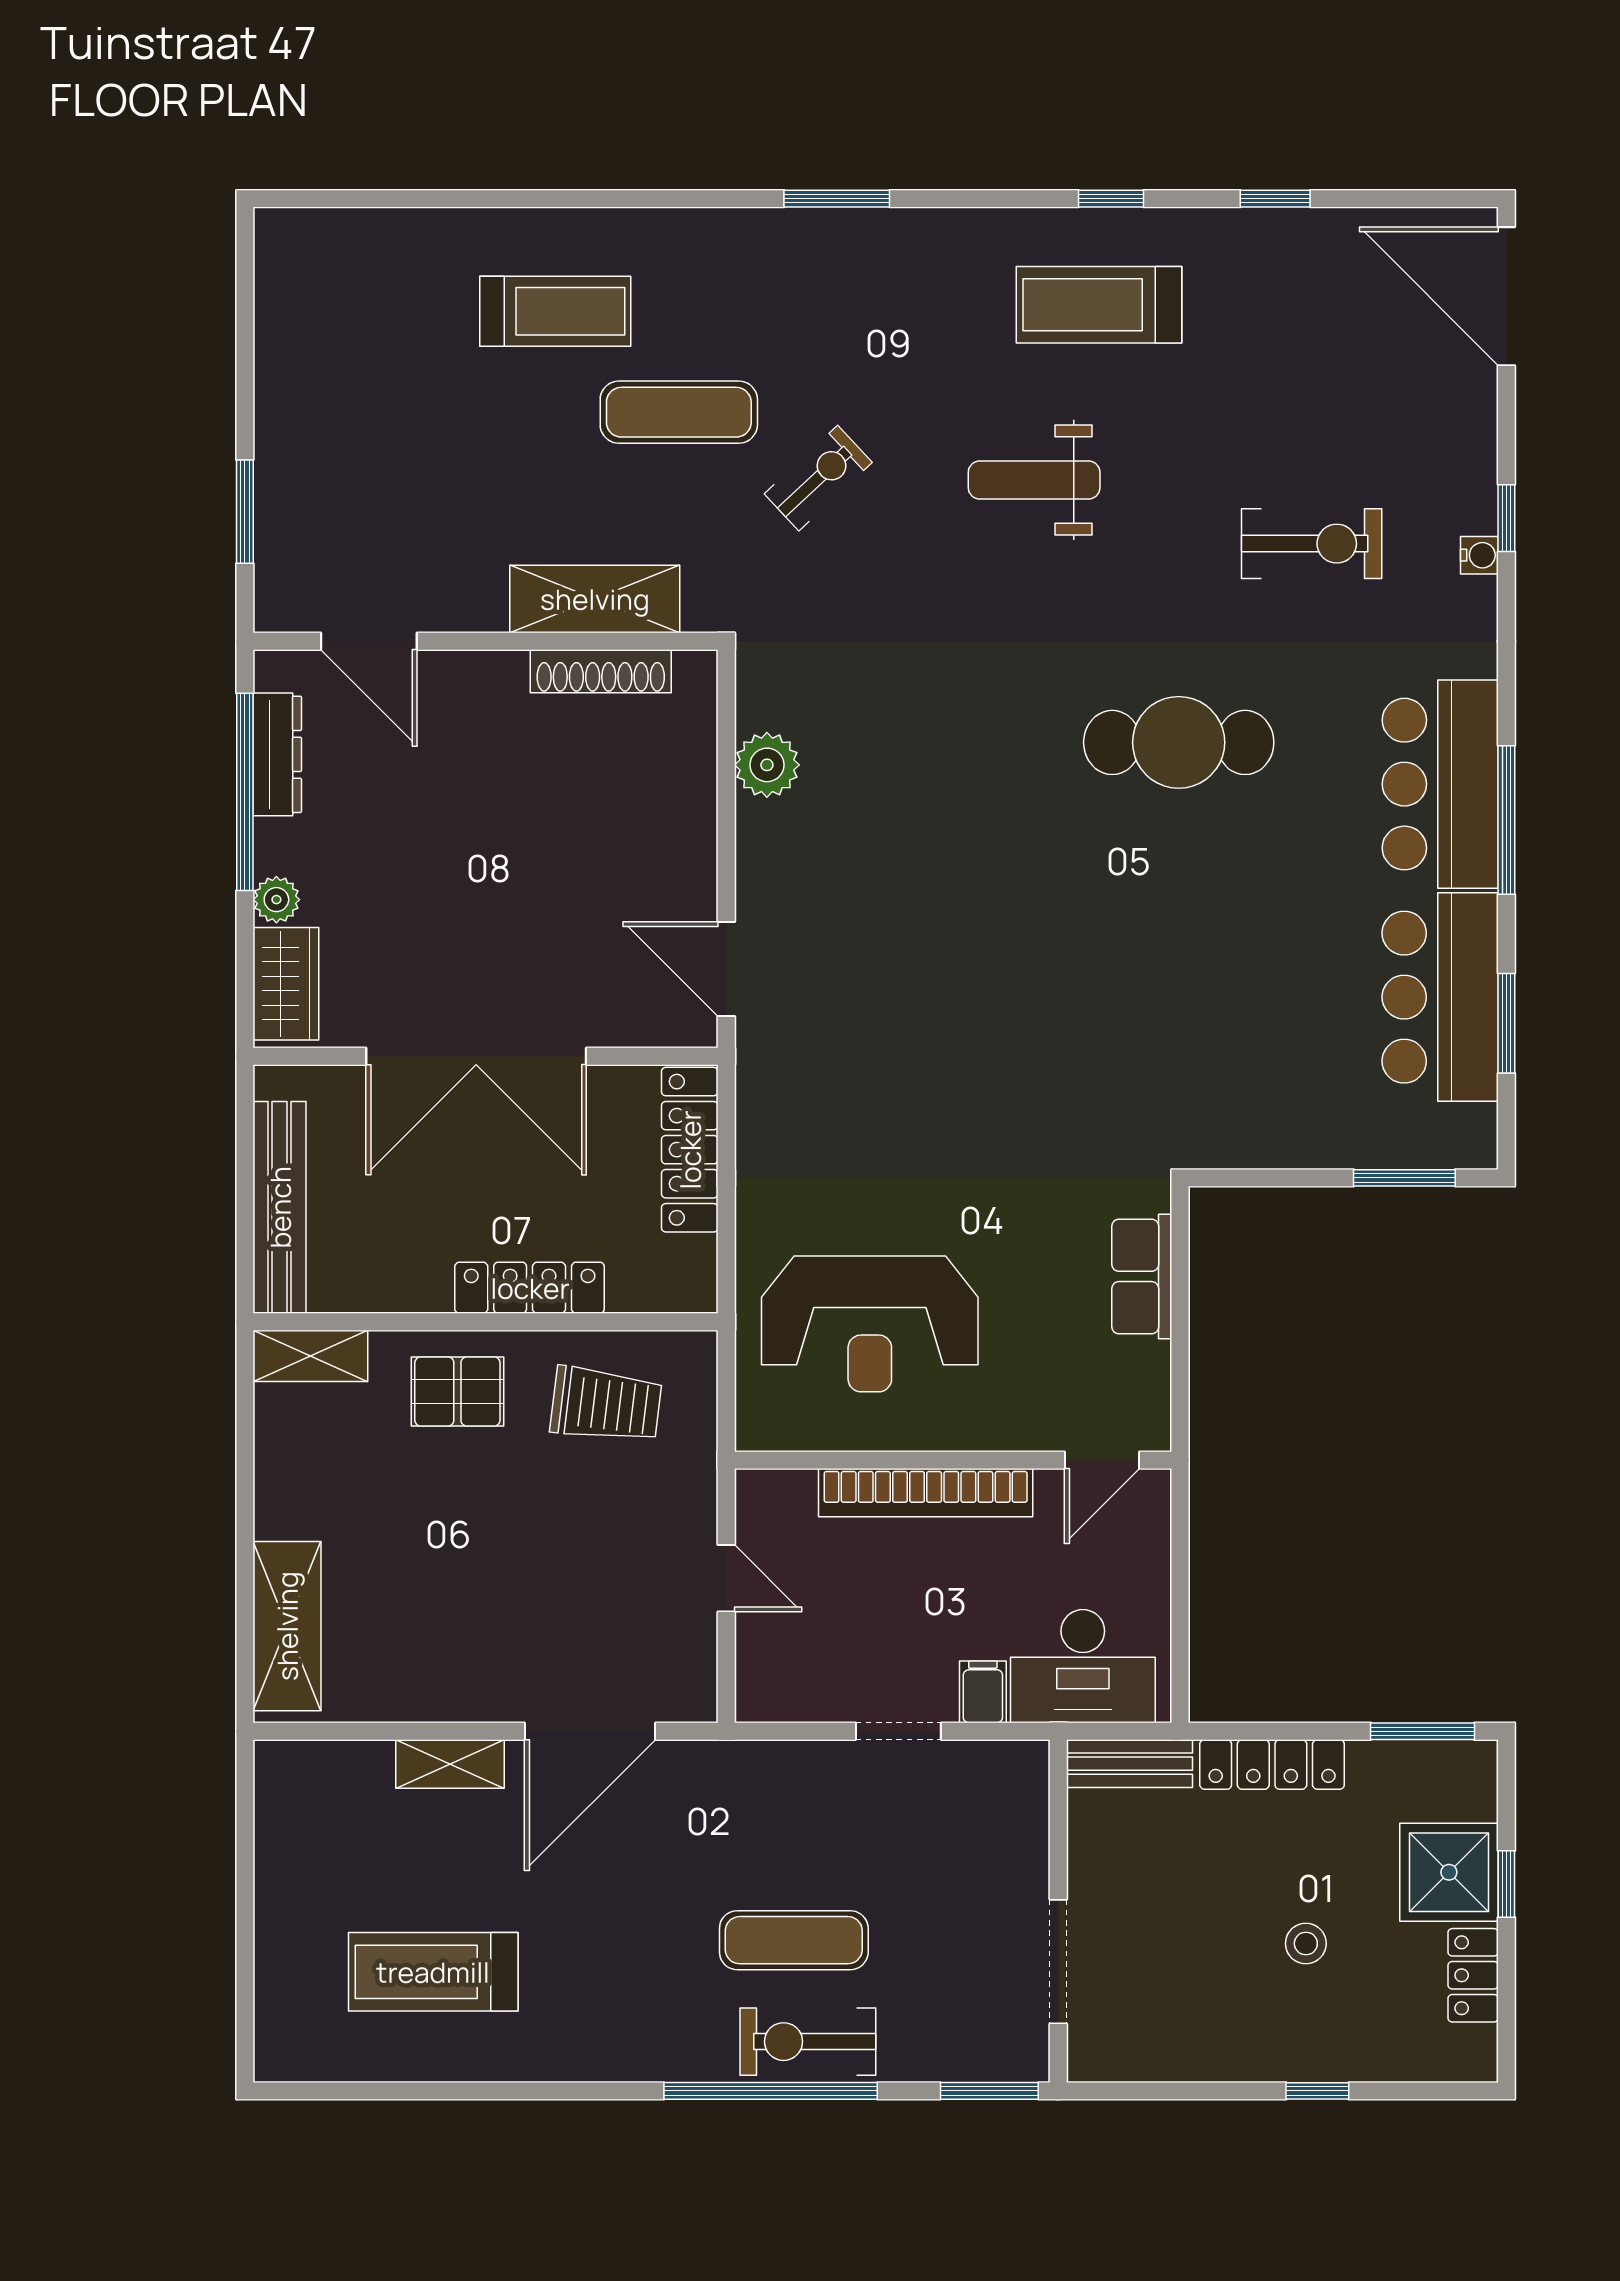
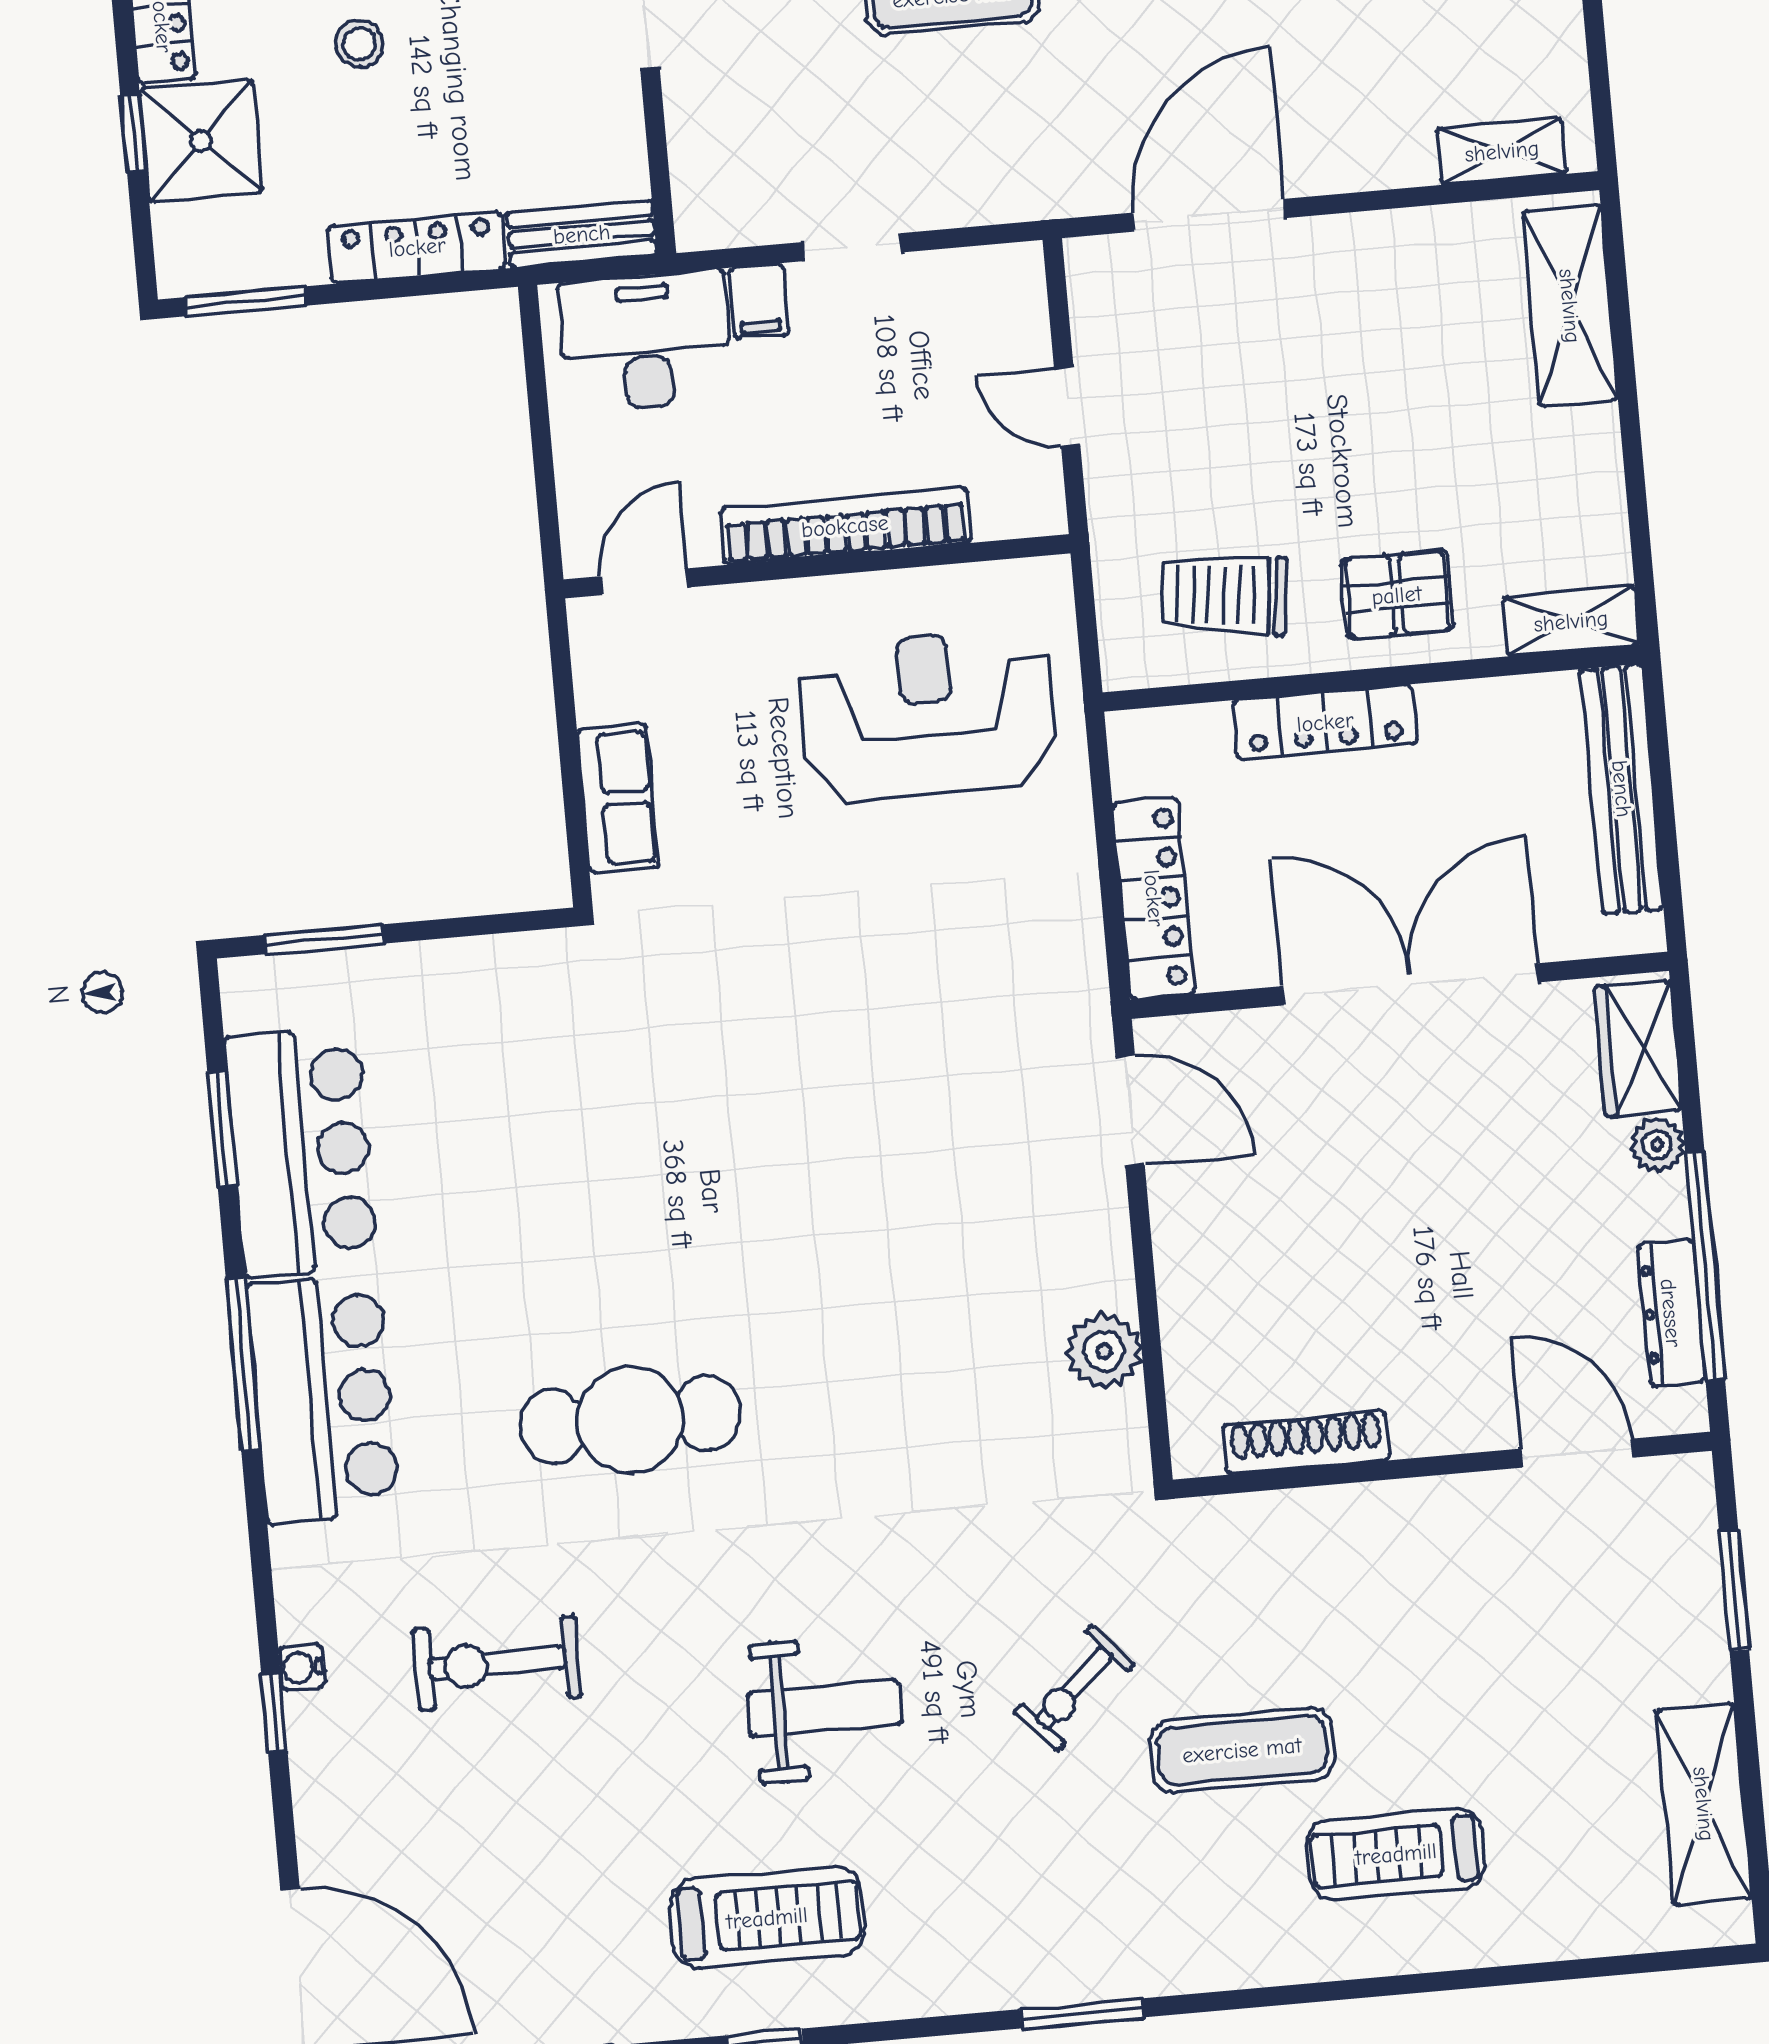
shelving: (595, 599) -> (1704, 1804), moved, turned 90
shelving: (450, 1764) -> (1502, 151), moved

